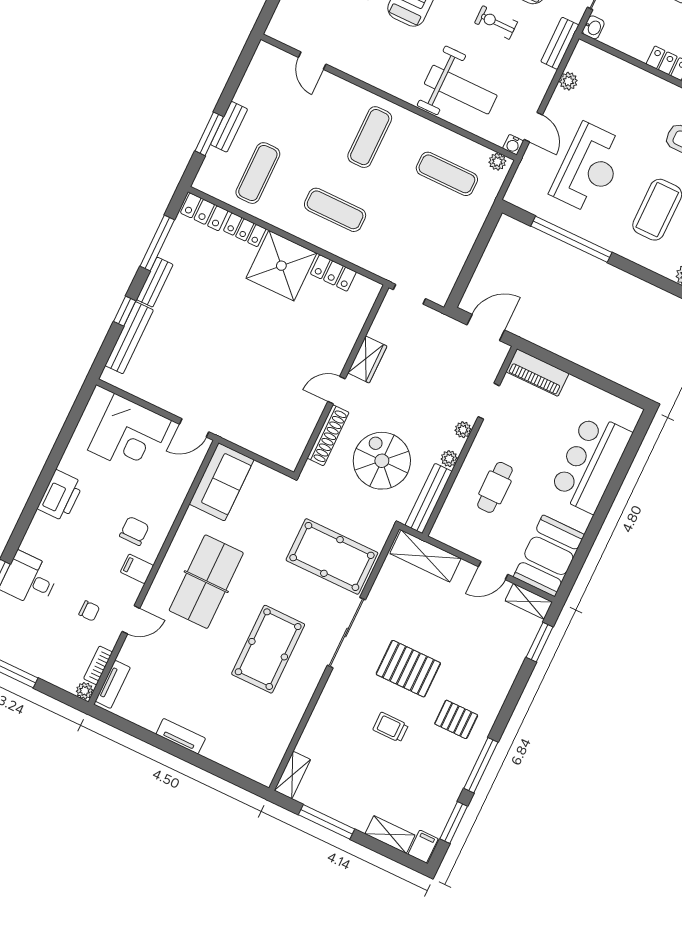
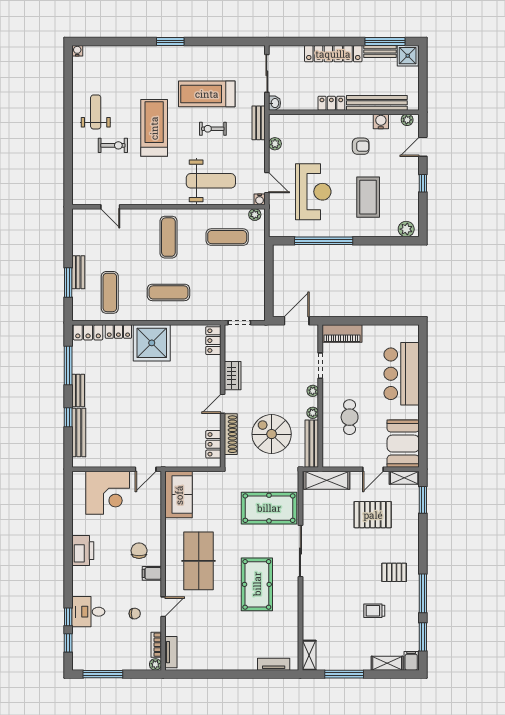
locker: (333, 273) -> (213, 341), moved, turned 90
locker: (299, 438) -> (213, 444), added
pallet: (408, 669) -> (373, 515), moved
trolley: (391, 727) -> (374, 611), moved
tv unit: (181, 736) -> (274, 664), moved

